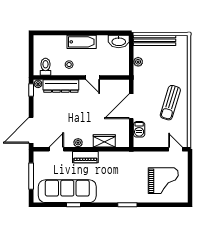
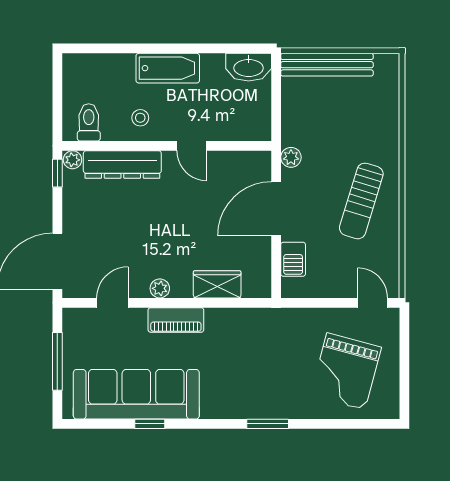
plant: (138, 62) -> (291, 157), moved
grand piano: (163, 181) -> (346, 371), turned 105

